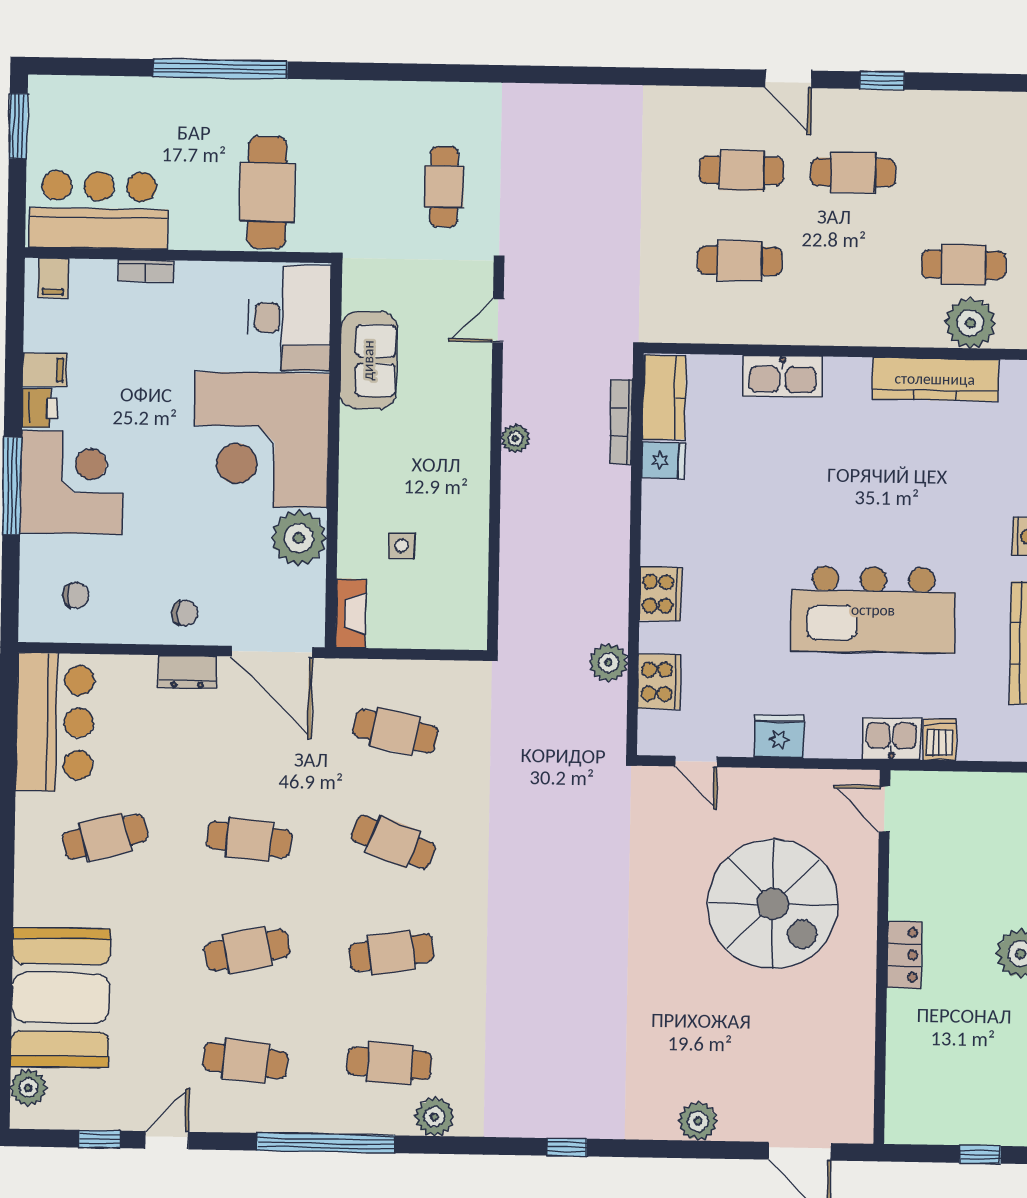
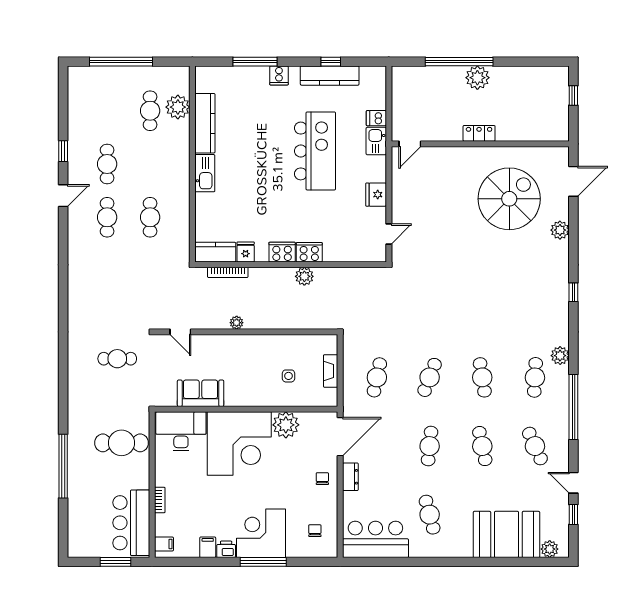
window: (18, 126) -> (115, 562), moved
kitchen sink: (783, 376) -> (205, 173), moved
fireplace: (351, 613) -> (331, 371), moved, turned -90
plant: (609, 663) -> (304, 276), moved
cooker: (659, 682) -> (282, 252), moved
spiral stairs: (773, 904) -> (509, 199), moved
cafe table: (245, 1061) -> (535, 446), turned -30

